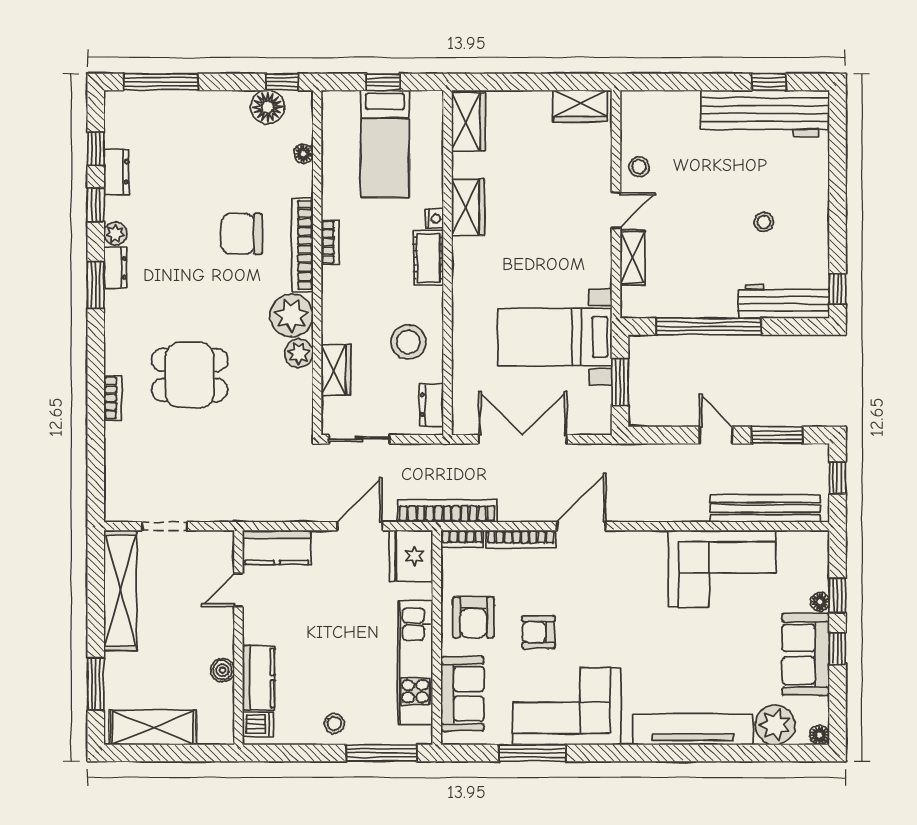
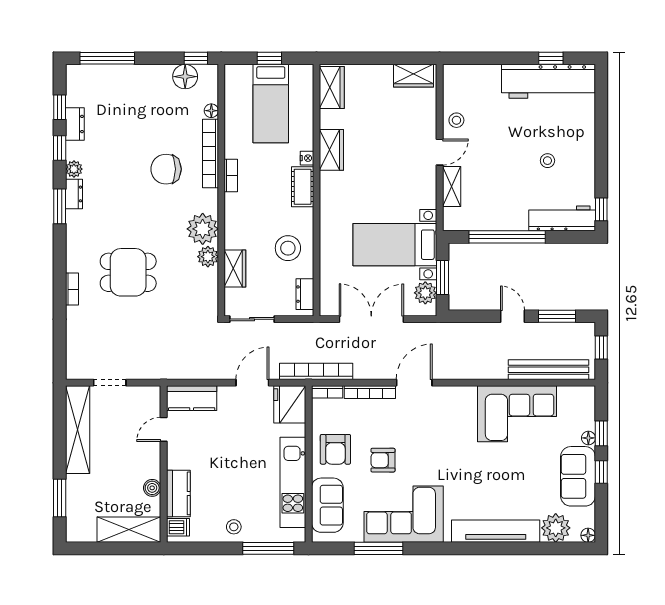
bookcase: (302, 245) -> (211, 154), moved
plant: (596, 403) -> (425, 293), added
shelving: (153, 727) -> (129, 530), moved

